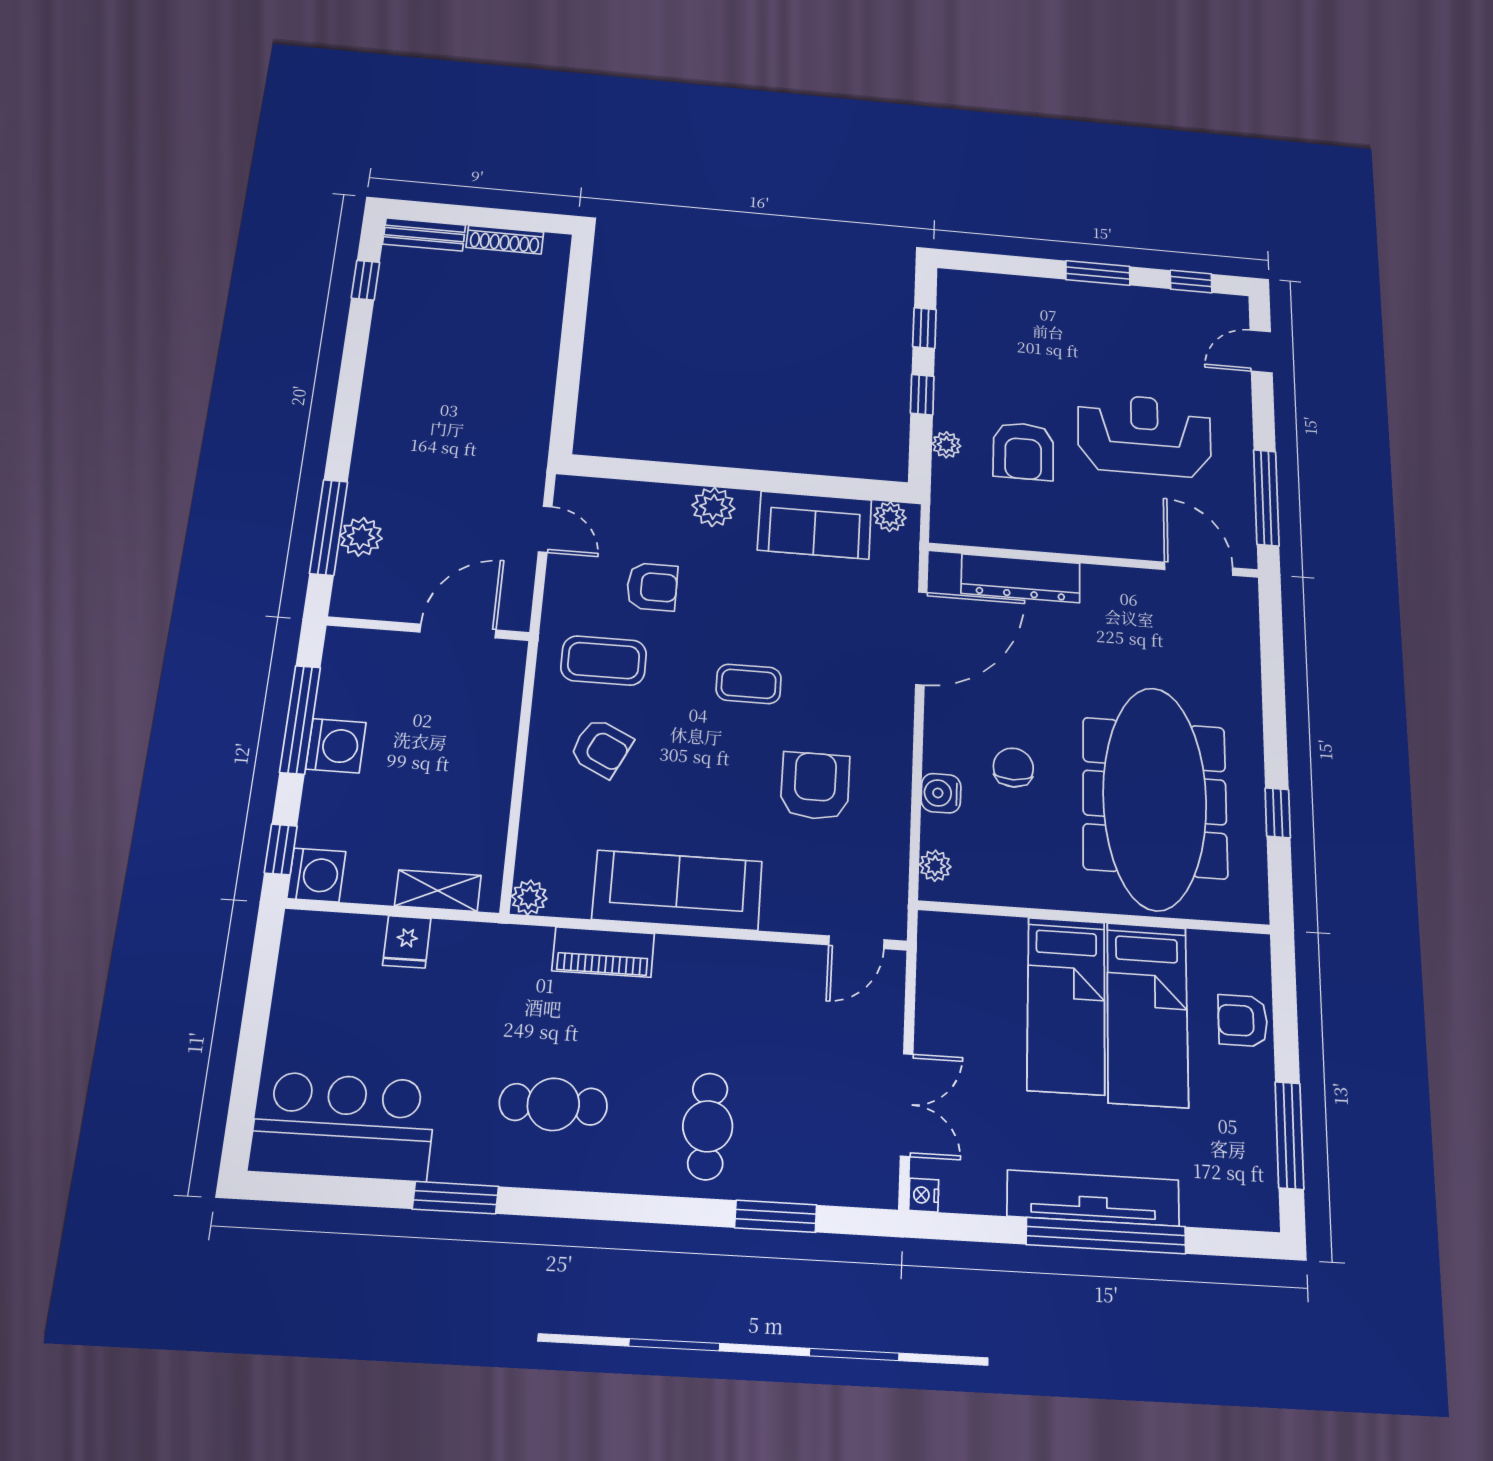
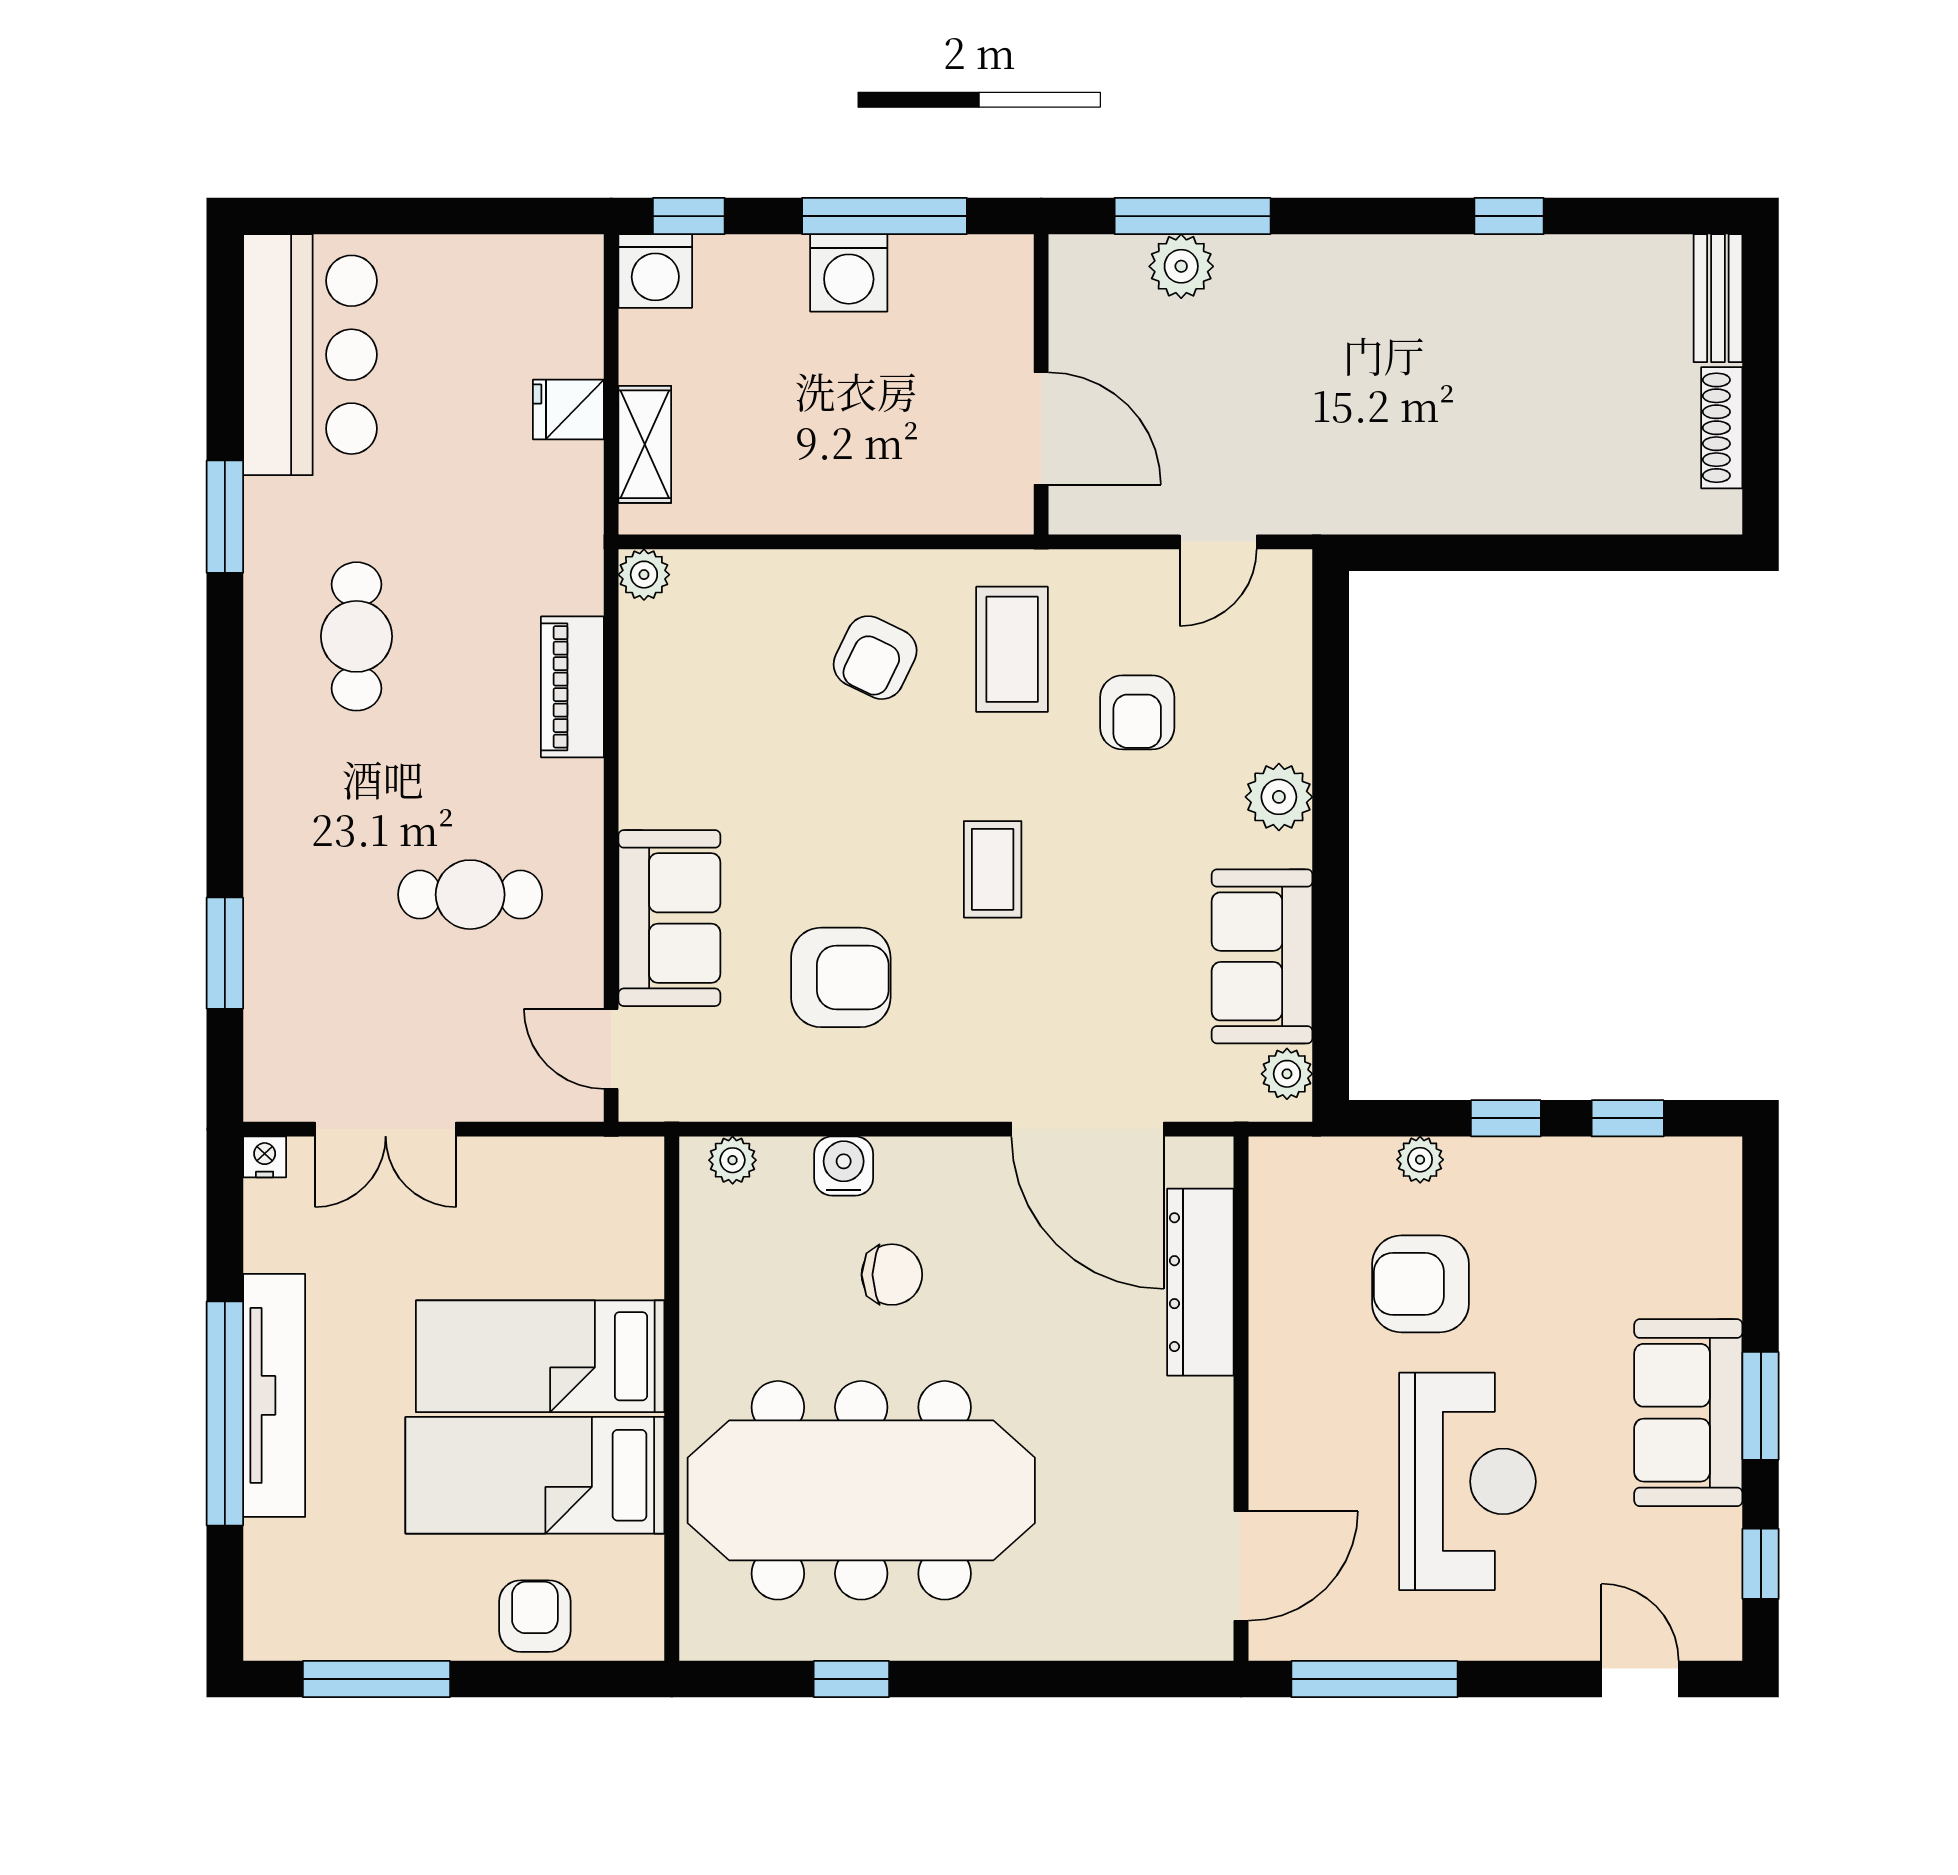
window: (366, 280) -> (1509, 216), moved
sofa: (1102, 311) -> (1688, 1413), added
sofa: (677, 890) -> (669, 918), moved, width x0.73
cafe table: (708, 1126) -> (470, 895), moved

